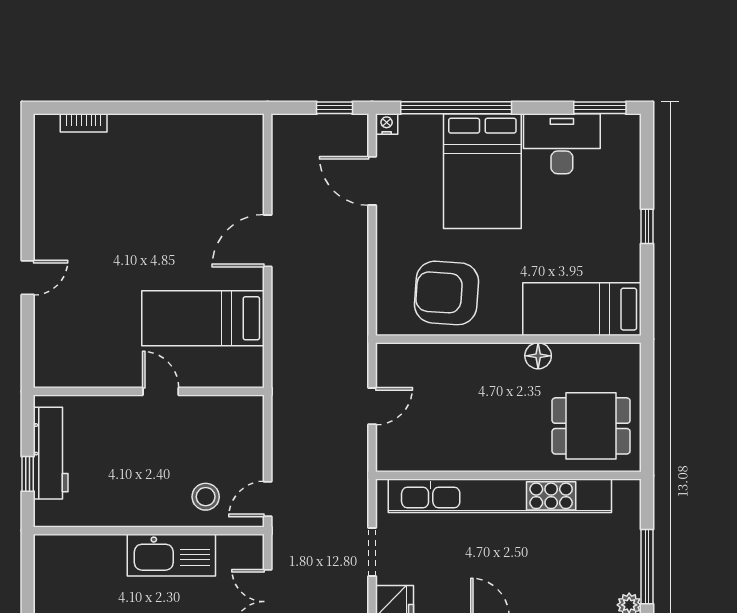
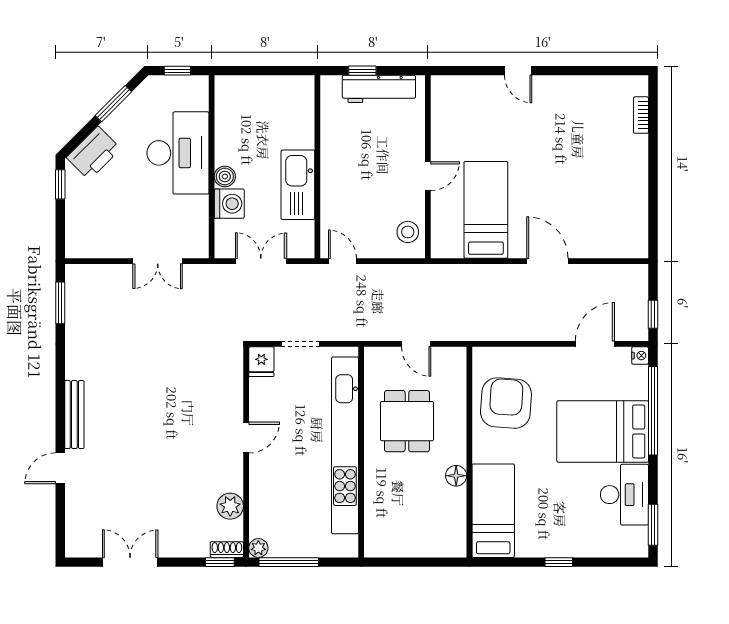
dining table: (591, 426) -> (407, 421), moved
stool: (206, 497) -> (408, 232), moved

